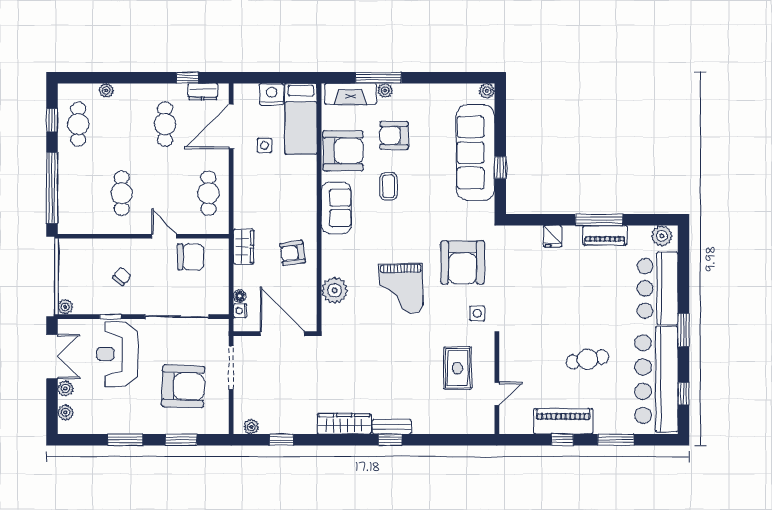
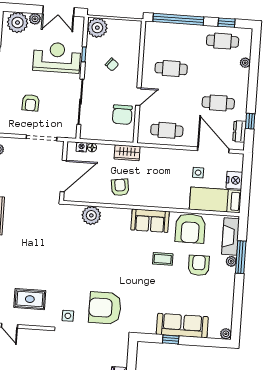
sofa: (475, 153) -> (182, 326), width x0.74, depth x0.79
grand piano: (401, 288) -> (89, 263), removed
plant: (65, 307) -> (97, 28), width x1.88, depth x1.88
armchair: (183, 386) -> (31, 103), width x0.53, depth x0.53
plant: (65, 412) -> (18, 23), width x1.88, depth x1.88

